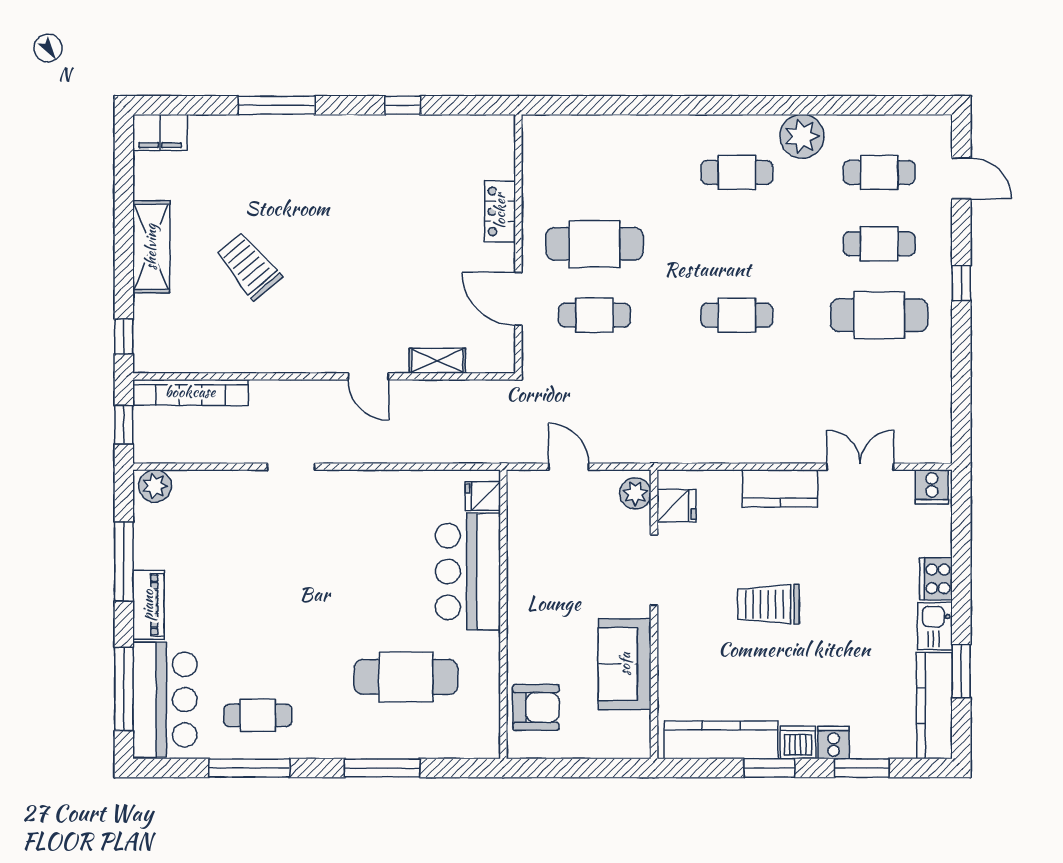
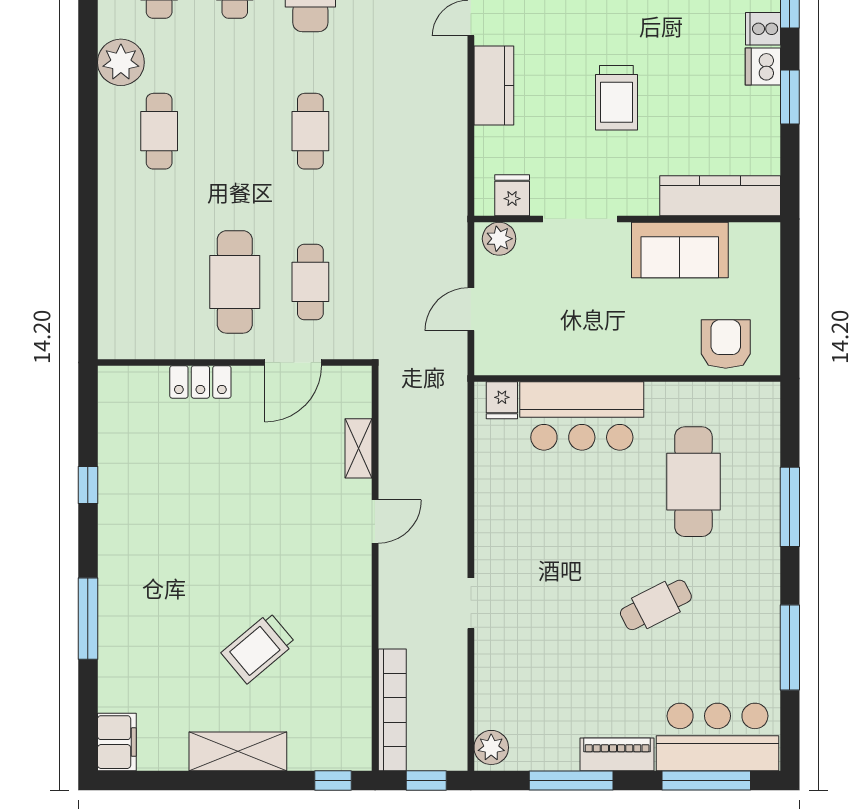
cafe table: (258, 715) -> (656, 605), moved, turned 63
kitchen counter: (721, 740) -> (720, 196), moved, turned 90

